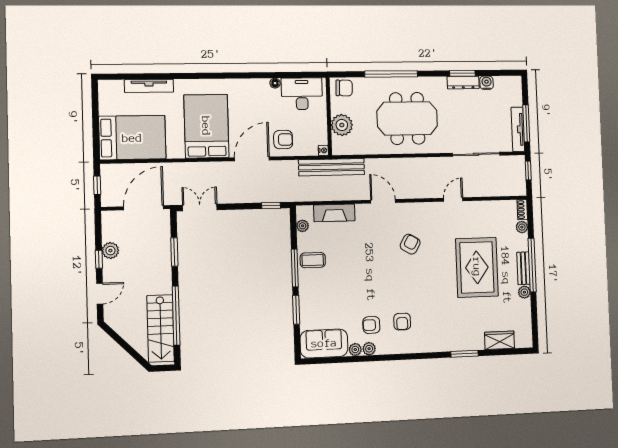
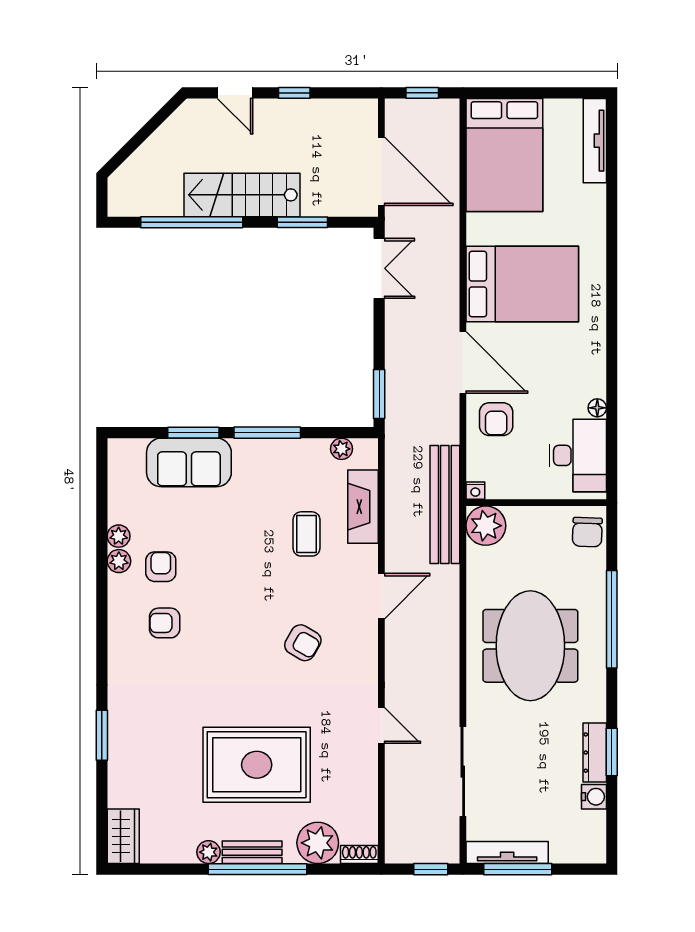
tv unit: (149, 86) -> (595, 141), moved
plant: (342, 125) -> (486, 526), moved
window: (271, 206) -> (379, 394), width x1.50
plant: (522, 227) -> (318, 843), width x1.88, depth x1.88
plant: (110, 251) -> (309, 113), removed
coffee table: (313, 260) -> (306, 534), moved
stairs: (161, 328) -> (242, 195), moved
wardrobe: (500, 340) -> (123, 836), moved
sofa: (324, 343) -> (189, 462), moved, turned 90

